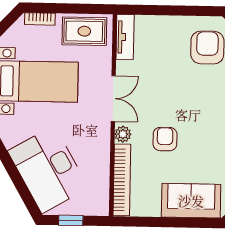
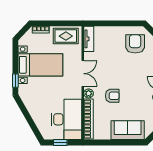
armchair: (165, 139) -> (112, 96), turned 90
desk: (48, 170) -> (67, 119), moved, turned -150

